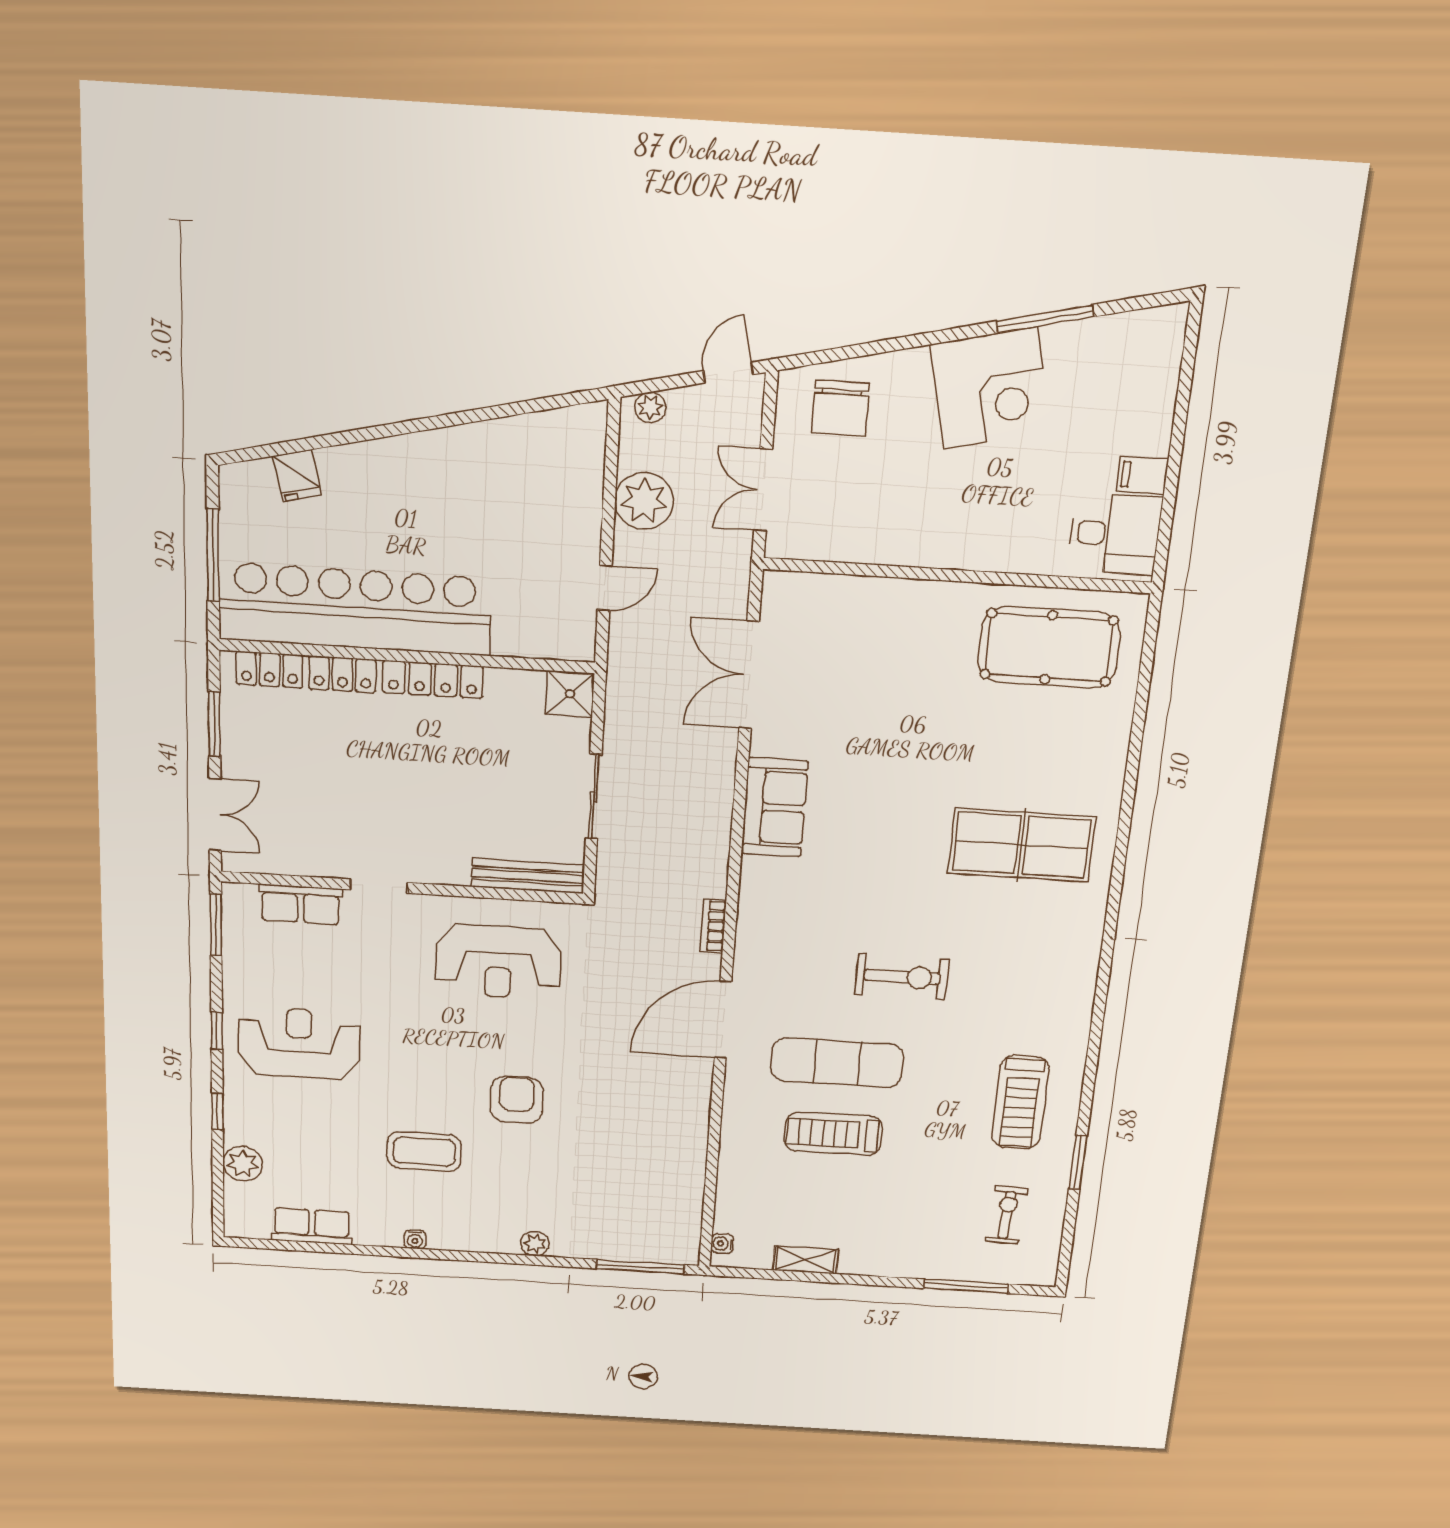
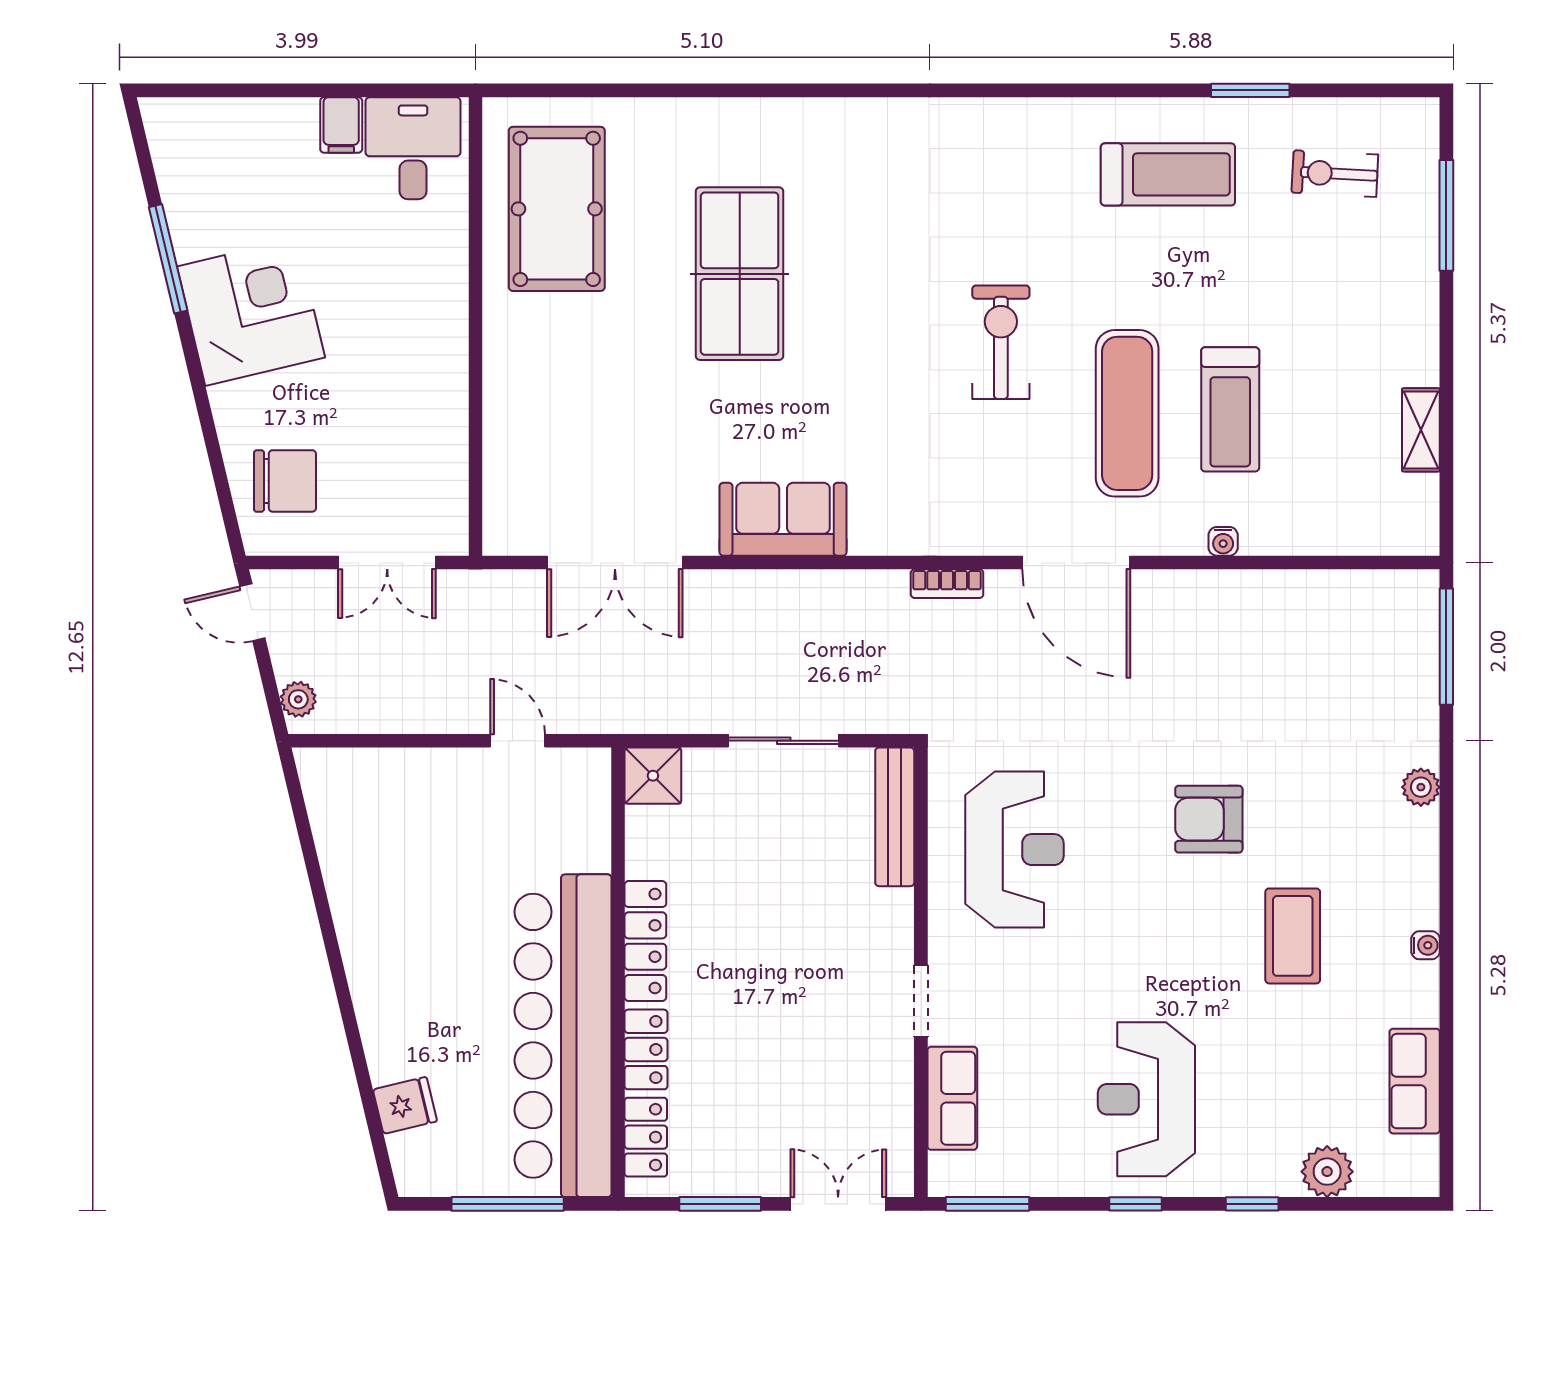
plant: (644, 501) -> (409, 700), removed
table tennis table: (1022, 845) -> (740, 274), moved
water cooler: (722, 1244) -> (1223, 541), moved

